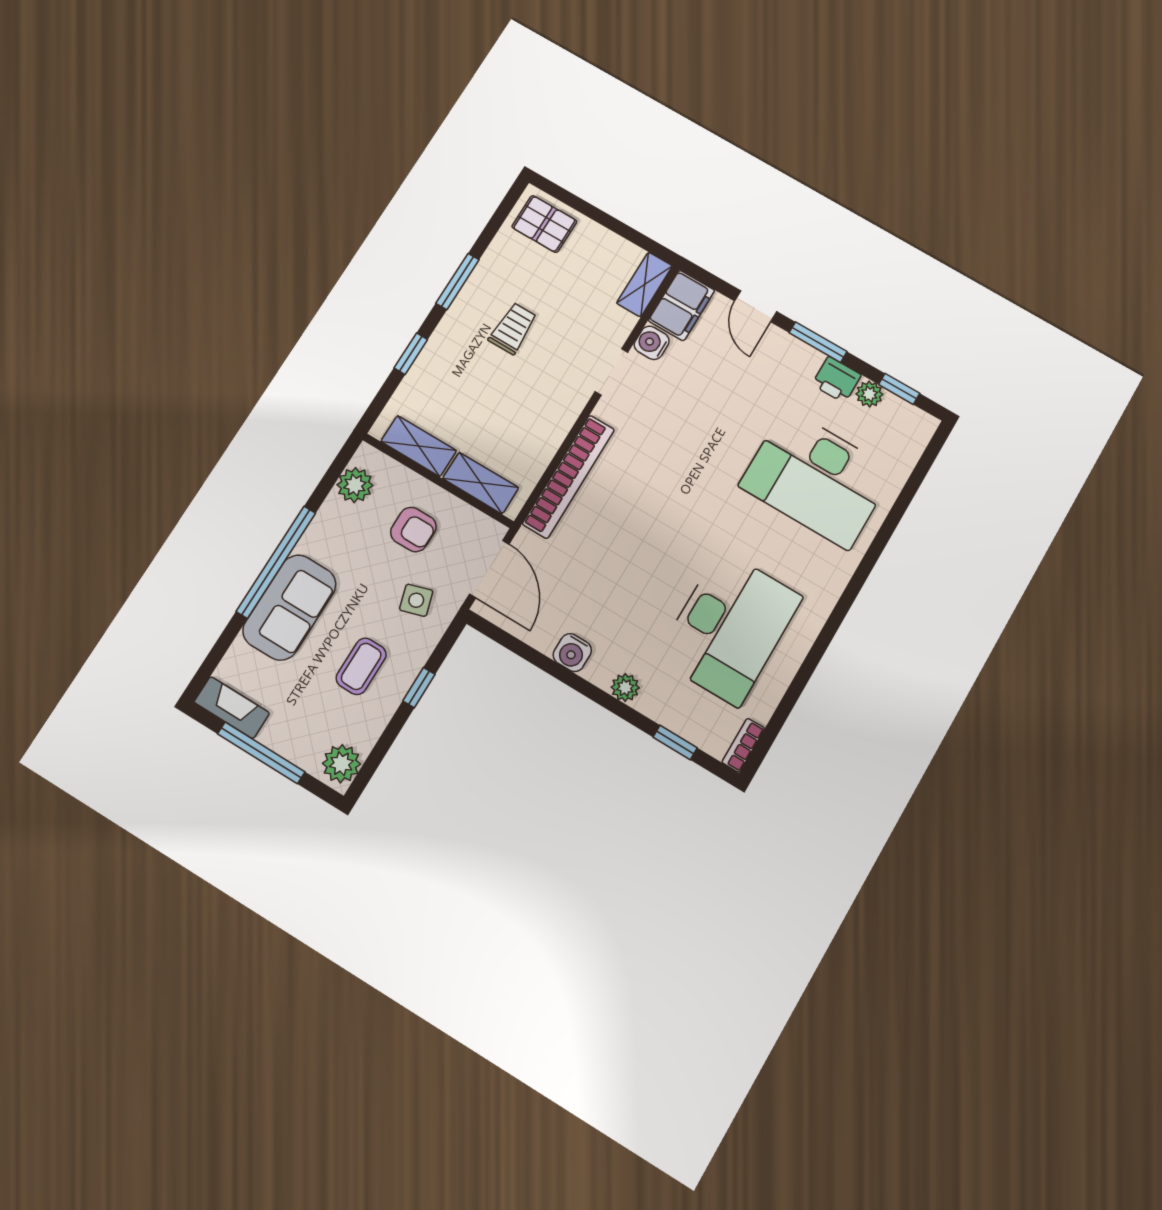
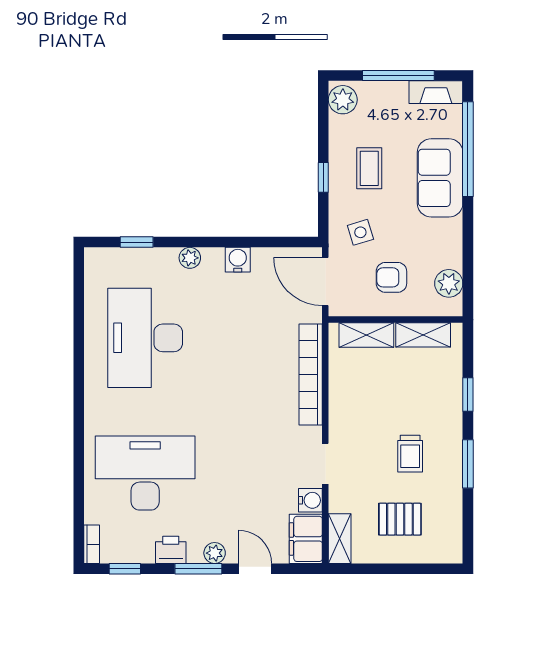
pallet: (544, 224) -> (400, 519), moved
plant: (869, 394) -> (215, 553), moved
window: (276, 562) -> (468, 149), moved
bookcase: (743, 745) -> (92, 544), moved

